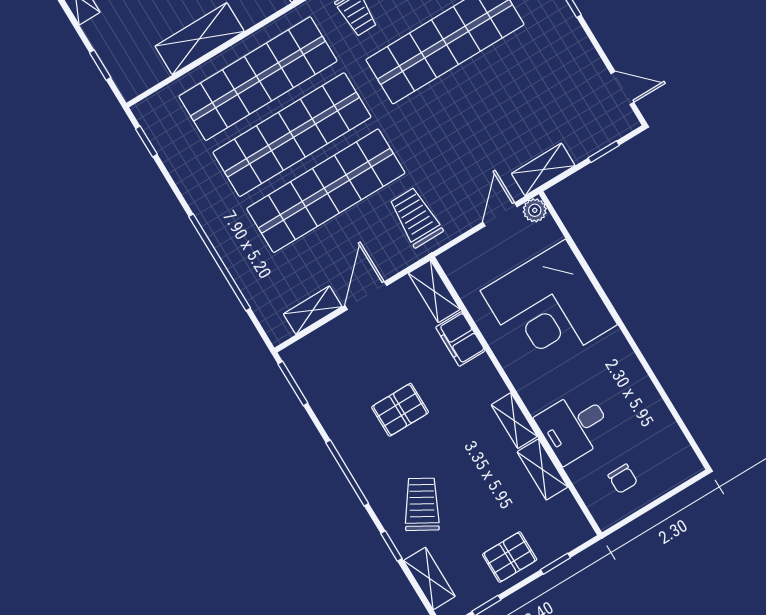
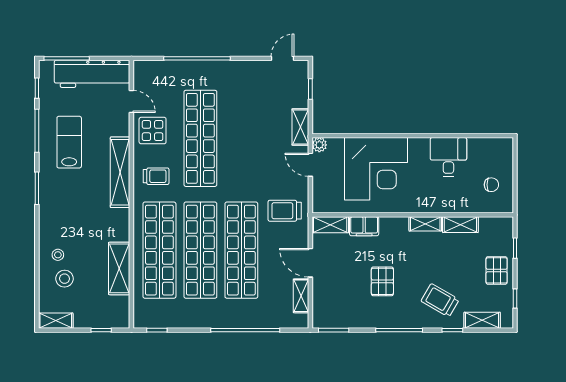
desk: (574, 426) -> (448, 157), moved, turned 180

